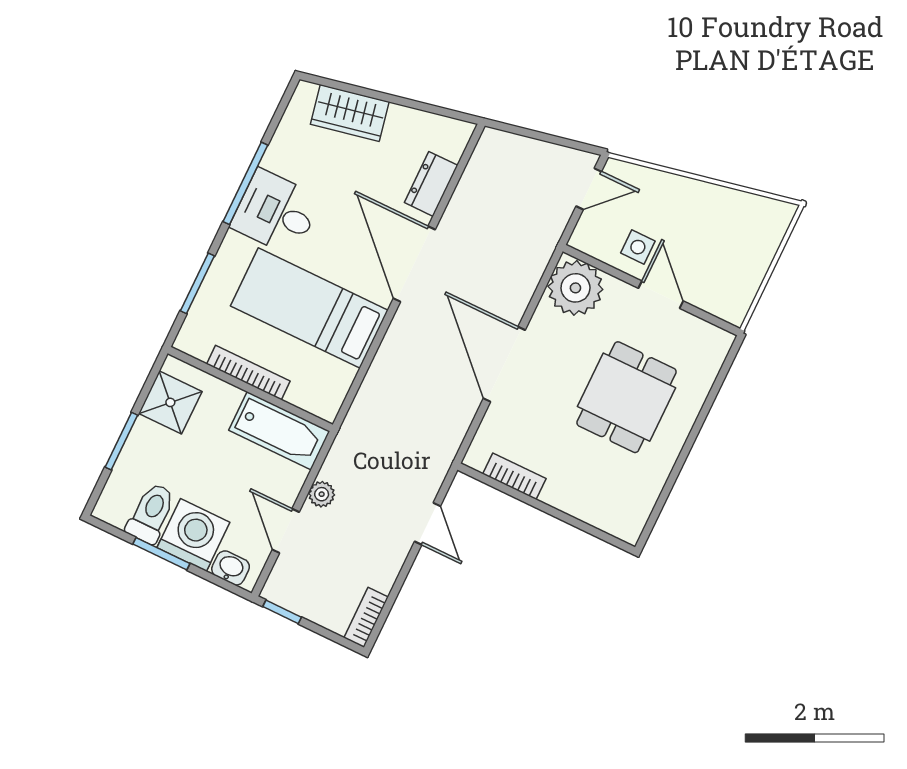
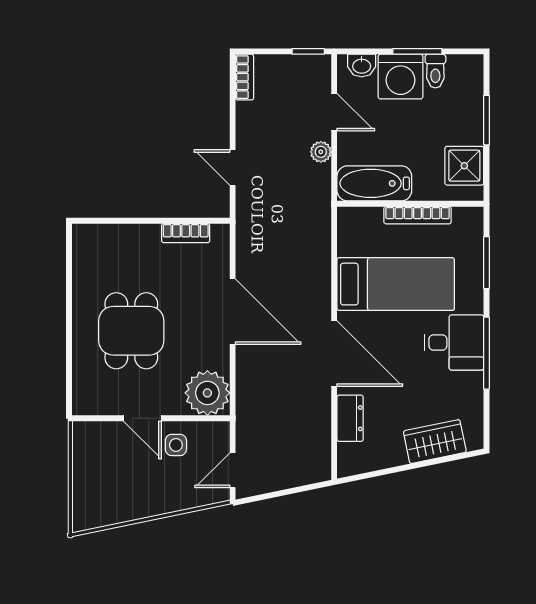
toilet: (151, 513) -> (435, 71), width x0.73, depth x0.72

